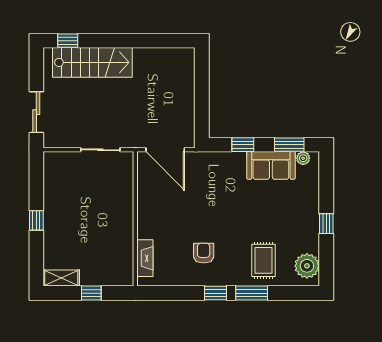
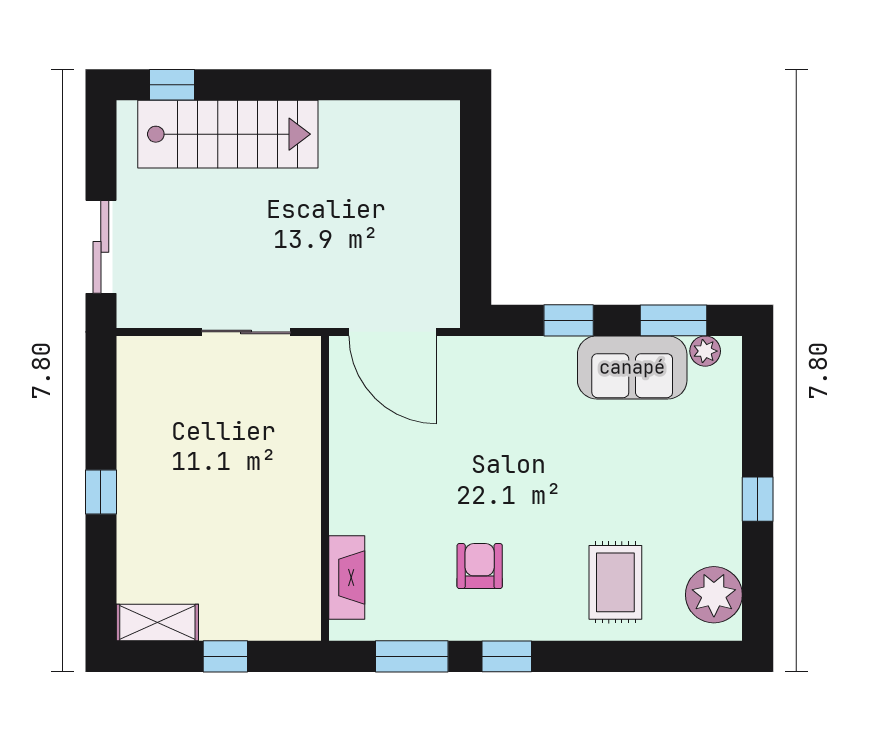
window: (252, 293) -> (412, 656), moved

